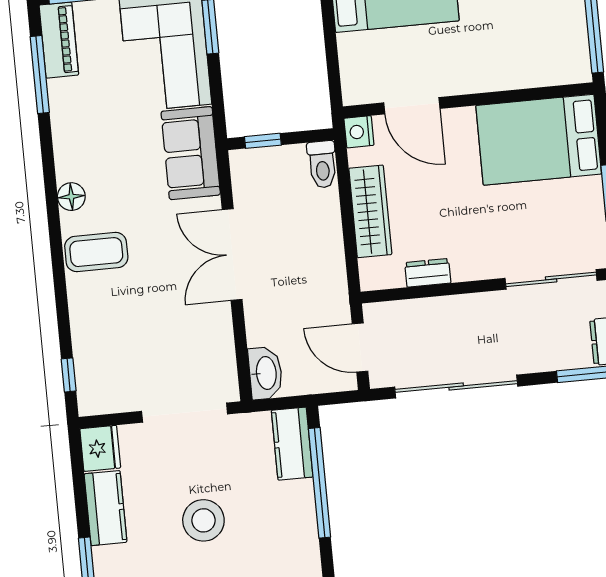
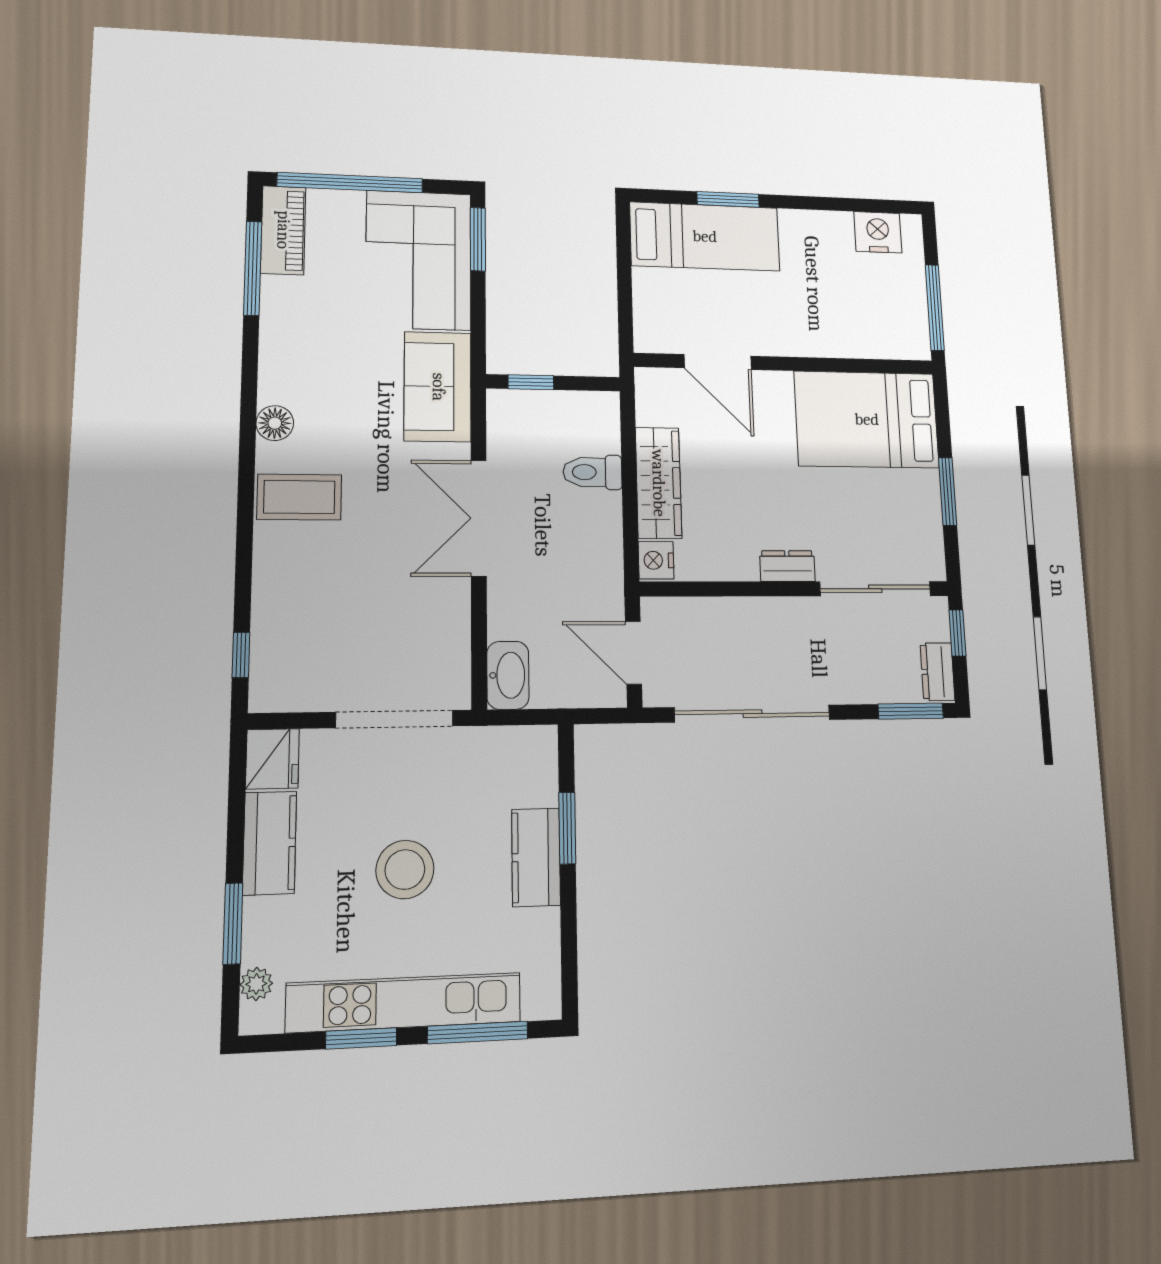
nightstand: (359, 132) -> (656, 560), moved
toilet: (322, 164) -> (593, 472), moved, turned 90
dresser: (428, 273) -> (787, 566), moved
kitchen counter: (292, 444) -> (536, 857), moved
window: (320, 483) -> (567, 828), width x0.47

